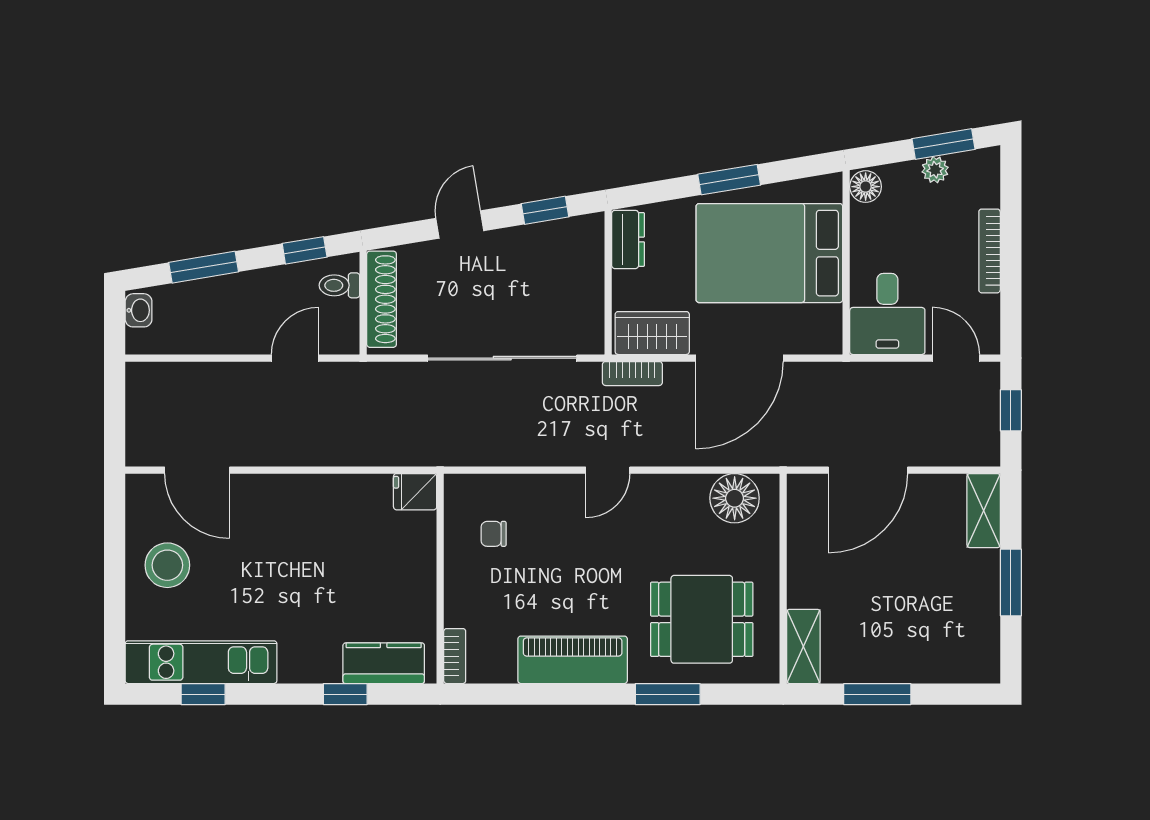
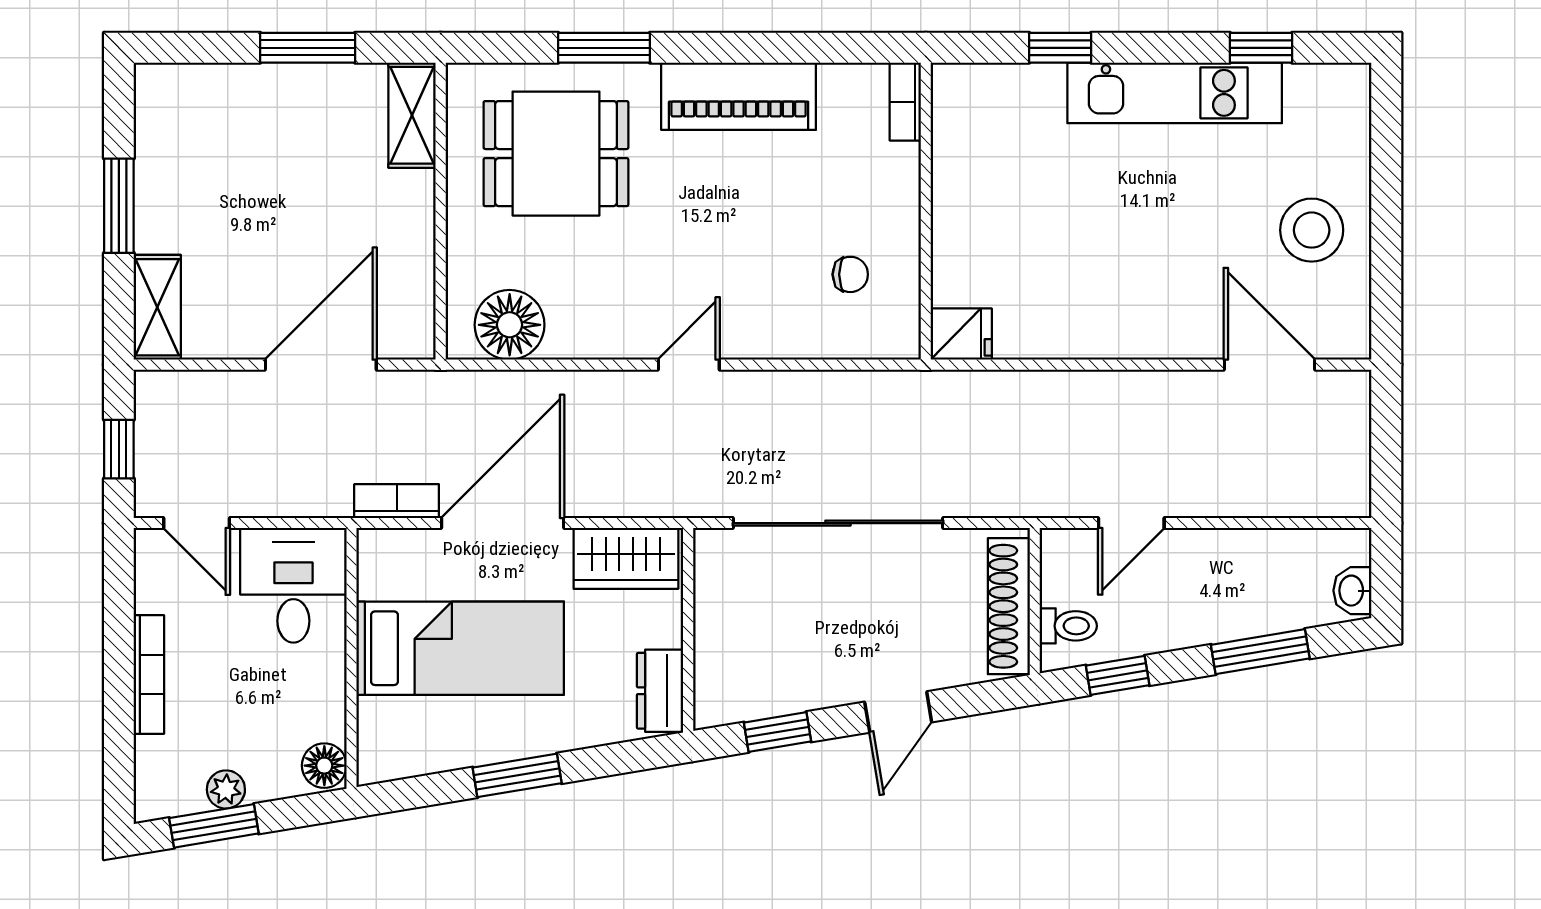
bed: (769, 253) -> (460, 648), width x0.67
bookcase: (632, 374) -> (397, 501), moved
kitchen unit: (201, 662) -> (1175, 93), moved
kitchen counter: (384, 663) -> (1006, 92), removed

